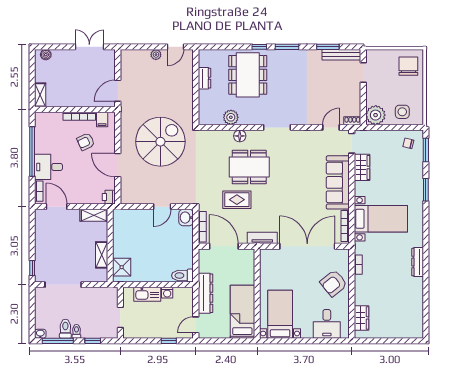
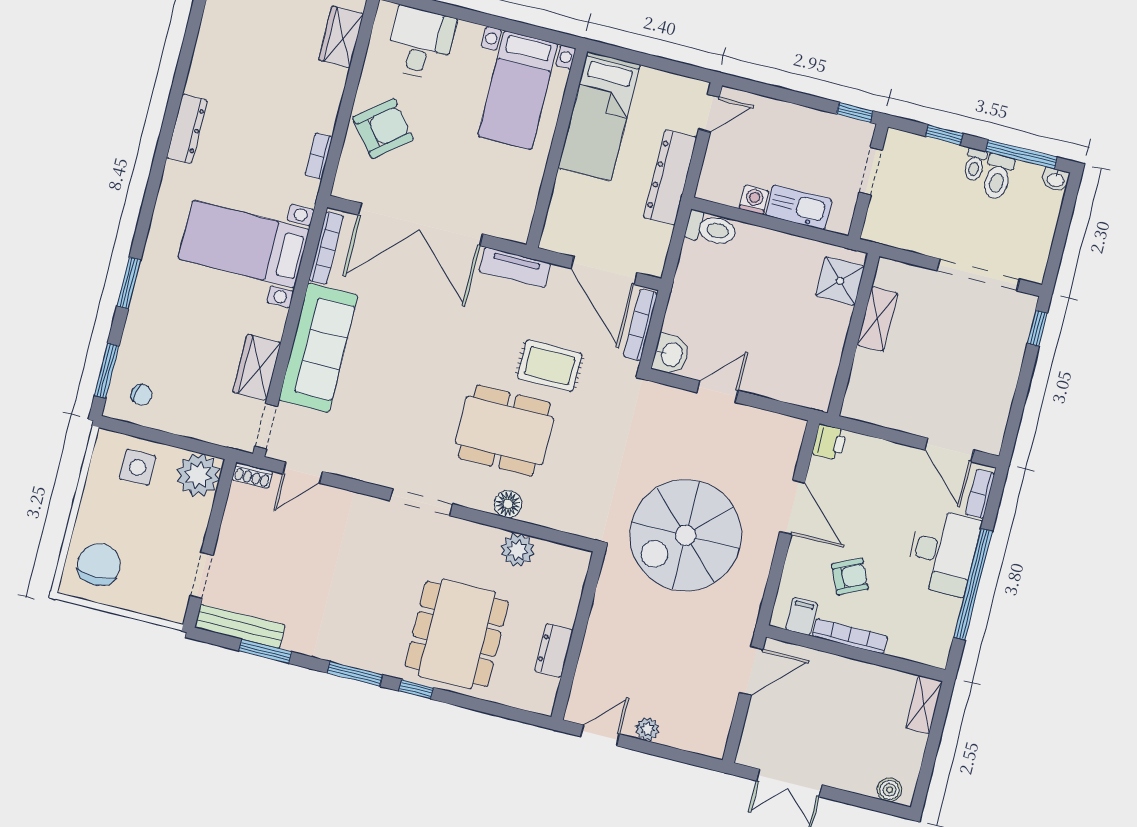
chair: (408, 66) -> (99, 564), turned 180
desk: (48, 167) -> (943, 552), width x1.37
shelving: (94, 215) -> (872, 410), removed
window: (169, 341) -> (855, 112), moved

